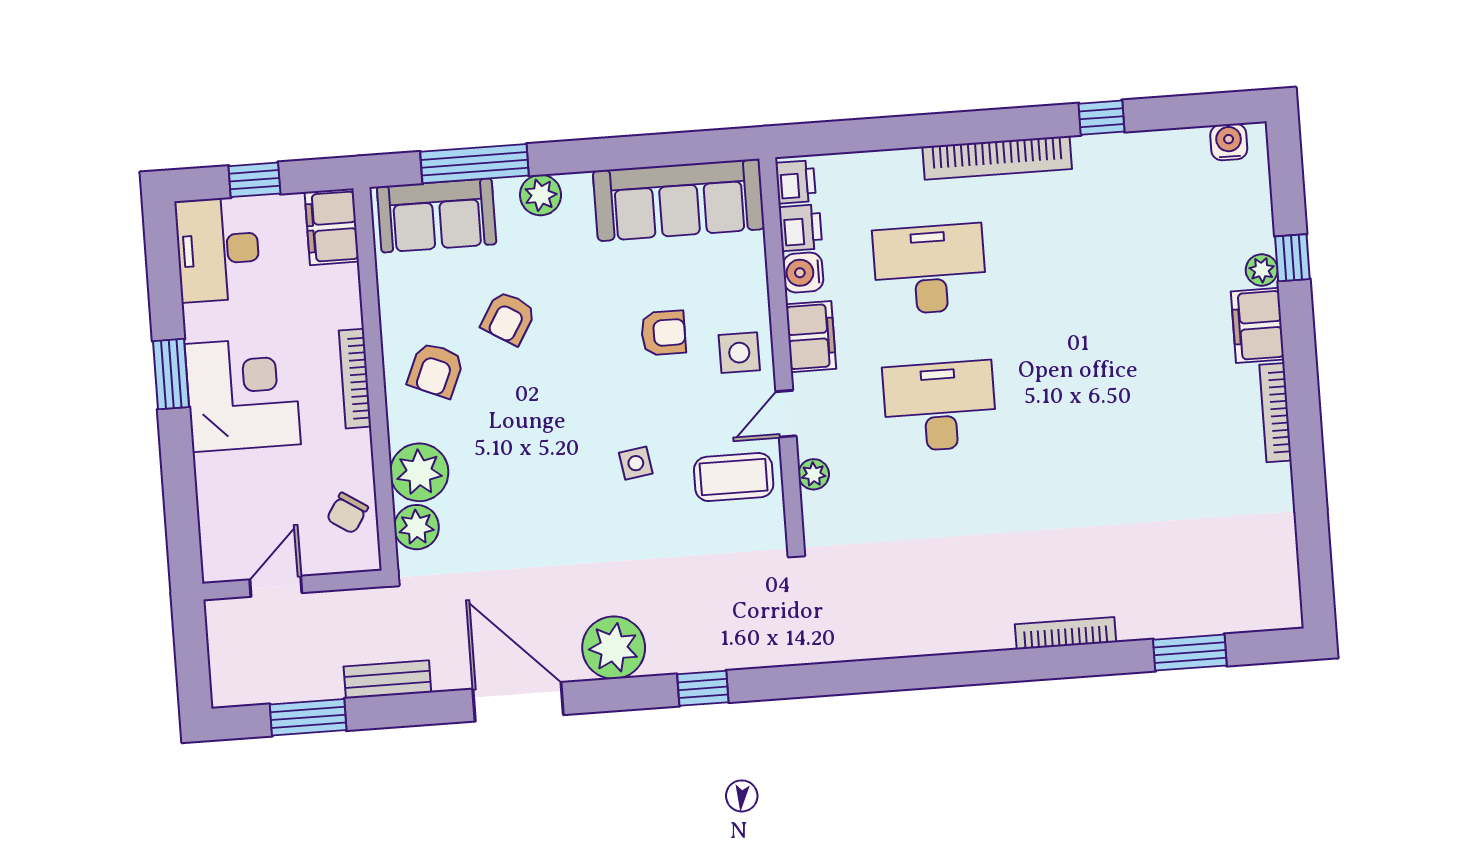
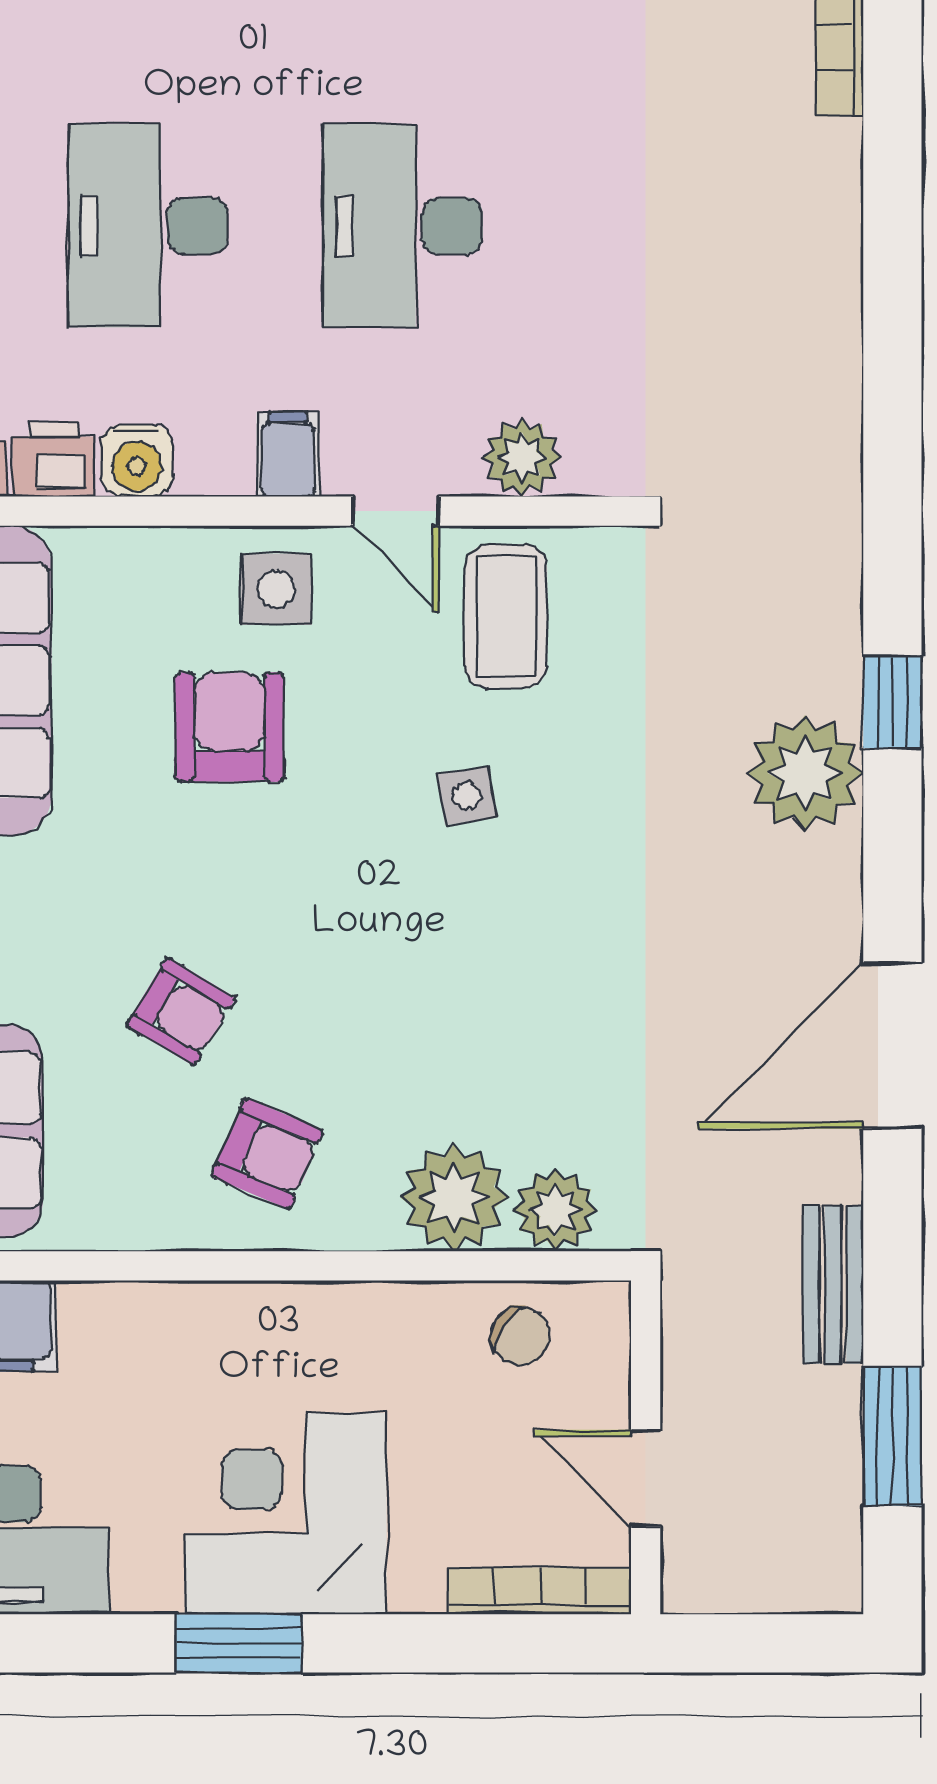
armchair: (663, 333) -> (229, 727), width x1.38, depth x1.38
filing cabinet: (811, 337) -> (288, 454), width x0.50
bookcase: (355, 379) -> (540, 1591), moved, turned 180
plant: (814, 474) -> (522, 458), width x1.38, depth x1.38
plant: (614, 648) -> (805, 773), moved

